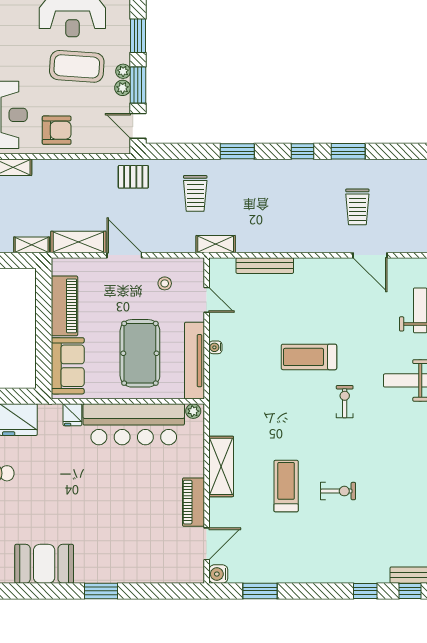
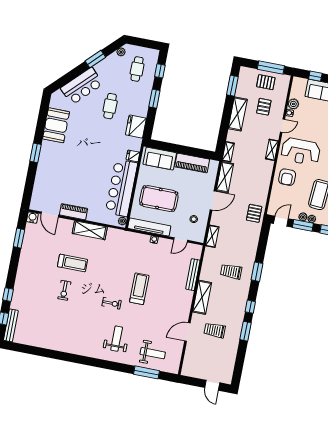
trolley: (195, 193) -> (231, 272), moved
shelving: (302, 241) -> (202, 297), added
shelving: (216, 244) -> (212, 236), moved

